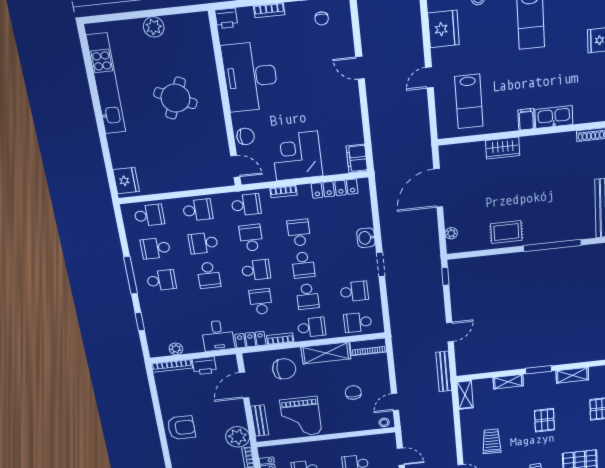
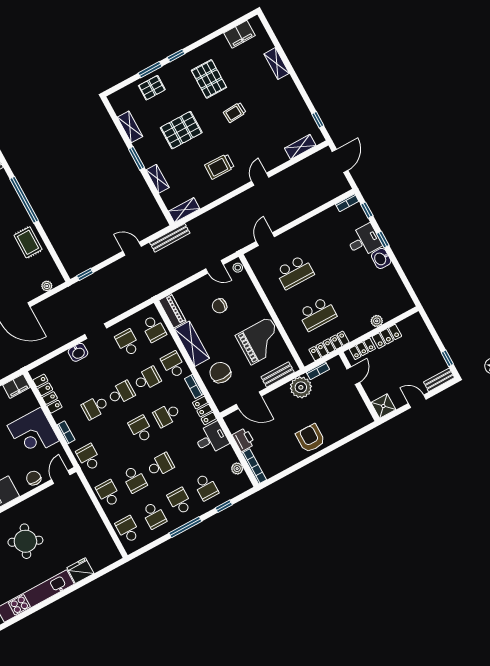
fridge: (126, 181) -> (80, 571), moved
school desk: (251, 238) -> (206, 487), moved, turned -90
pallet: (544, 420) -> (181, 130), width x1.50, depth x1.42

